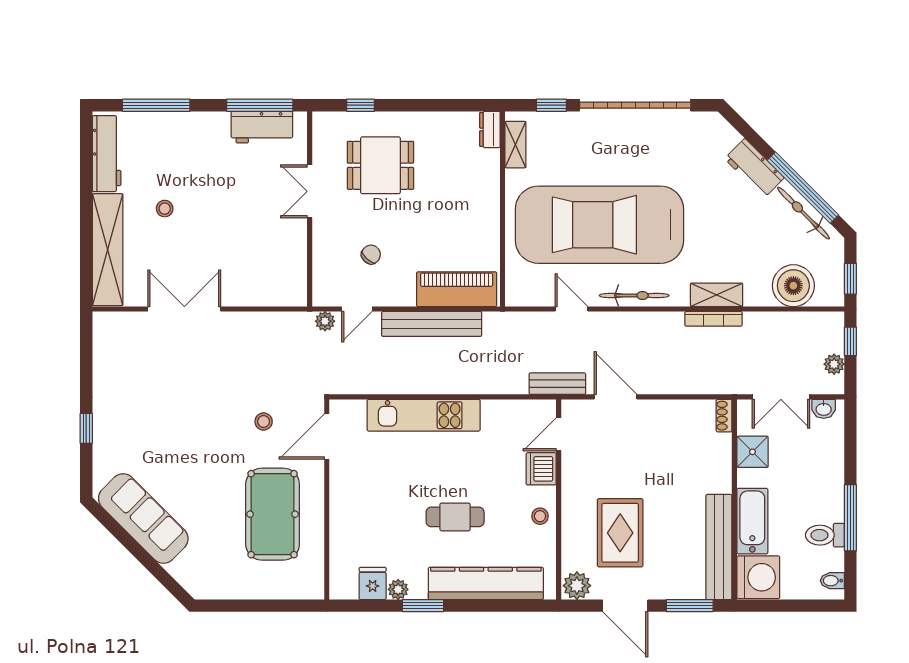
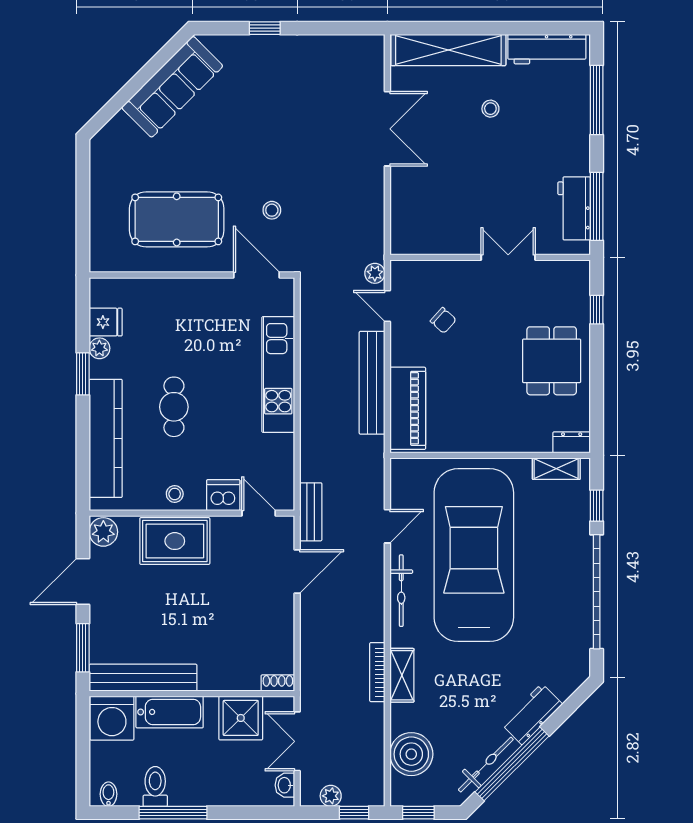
dining table: (380, 165) -> (552, 361), moved
shower: (752, 452) -> (241, 718), width x1.36, depth x1.36
rug: (620, 533) -> (175, 541), moved

